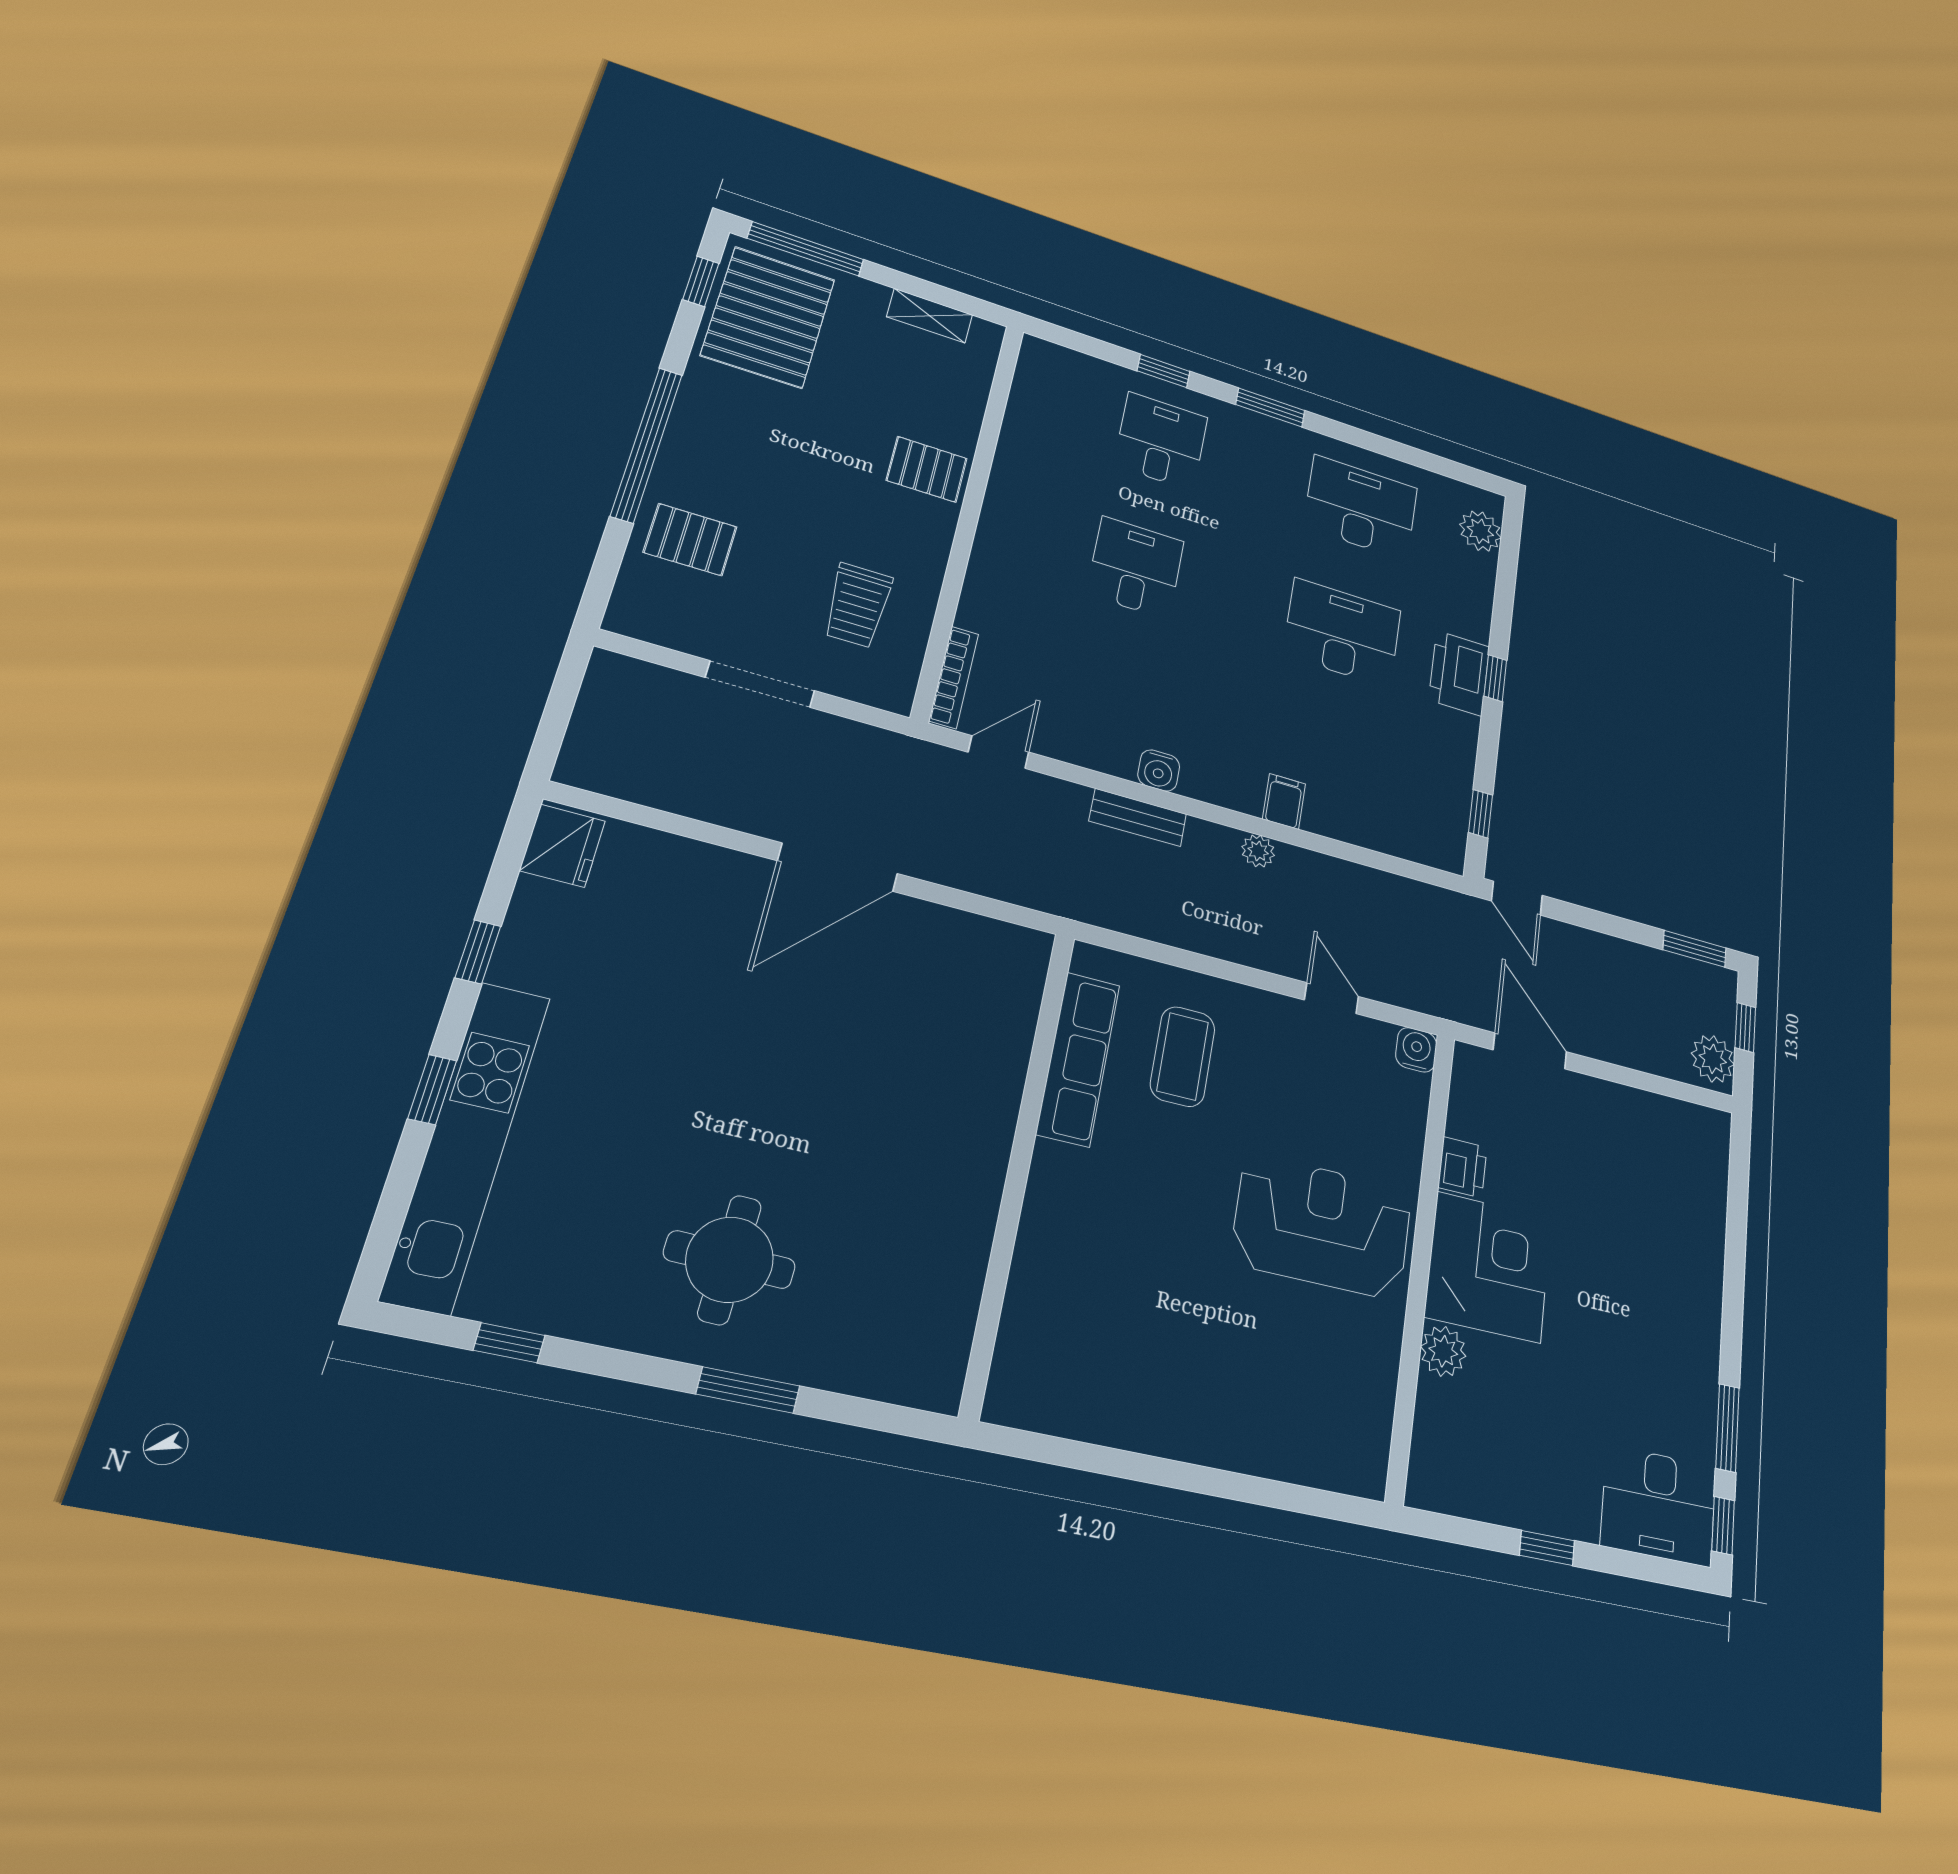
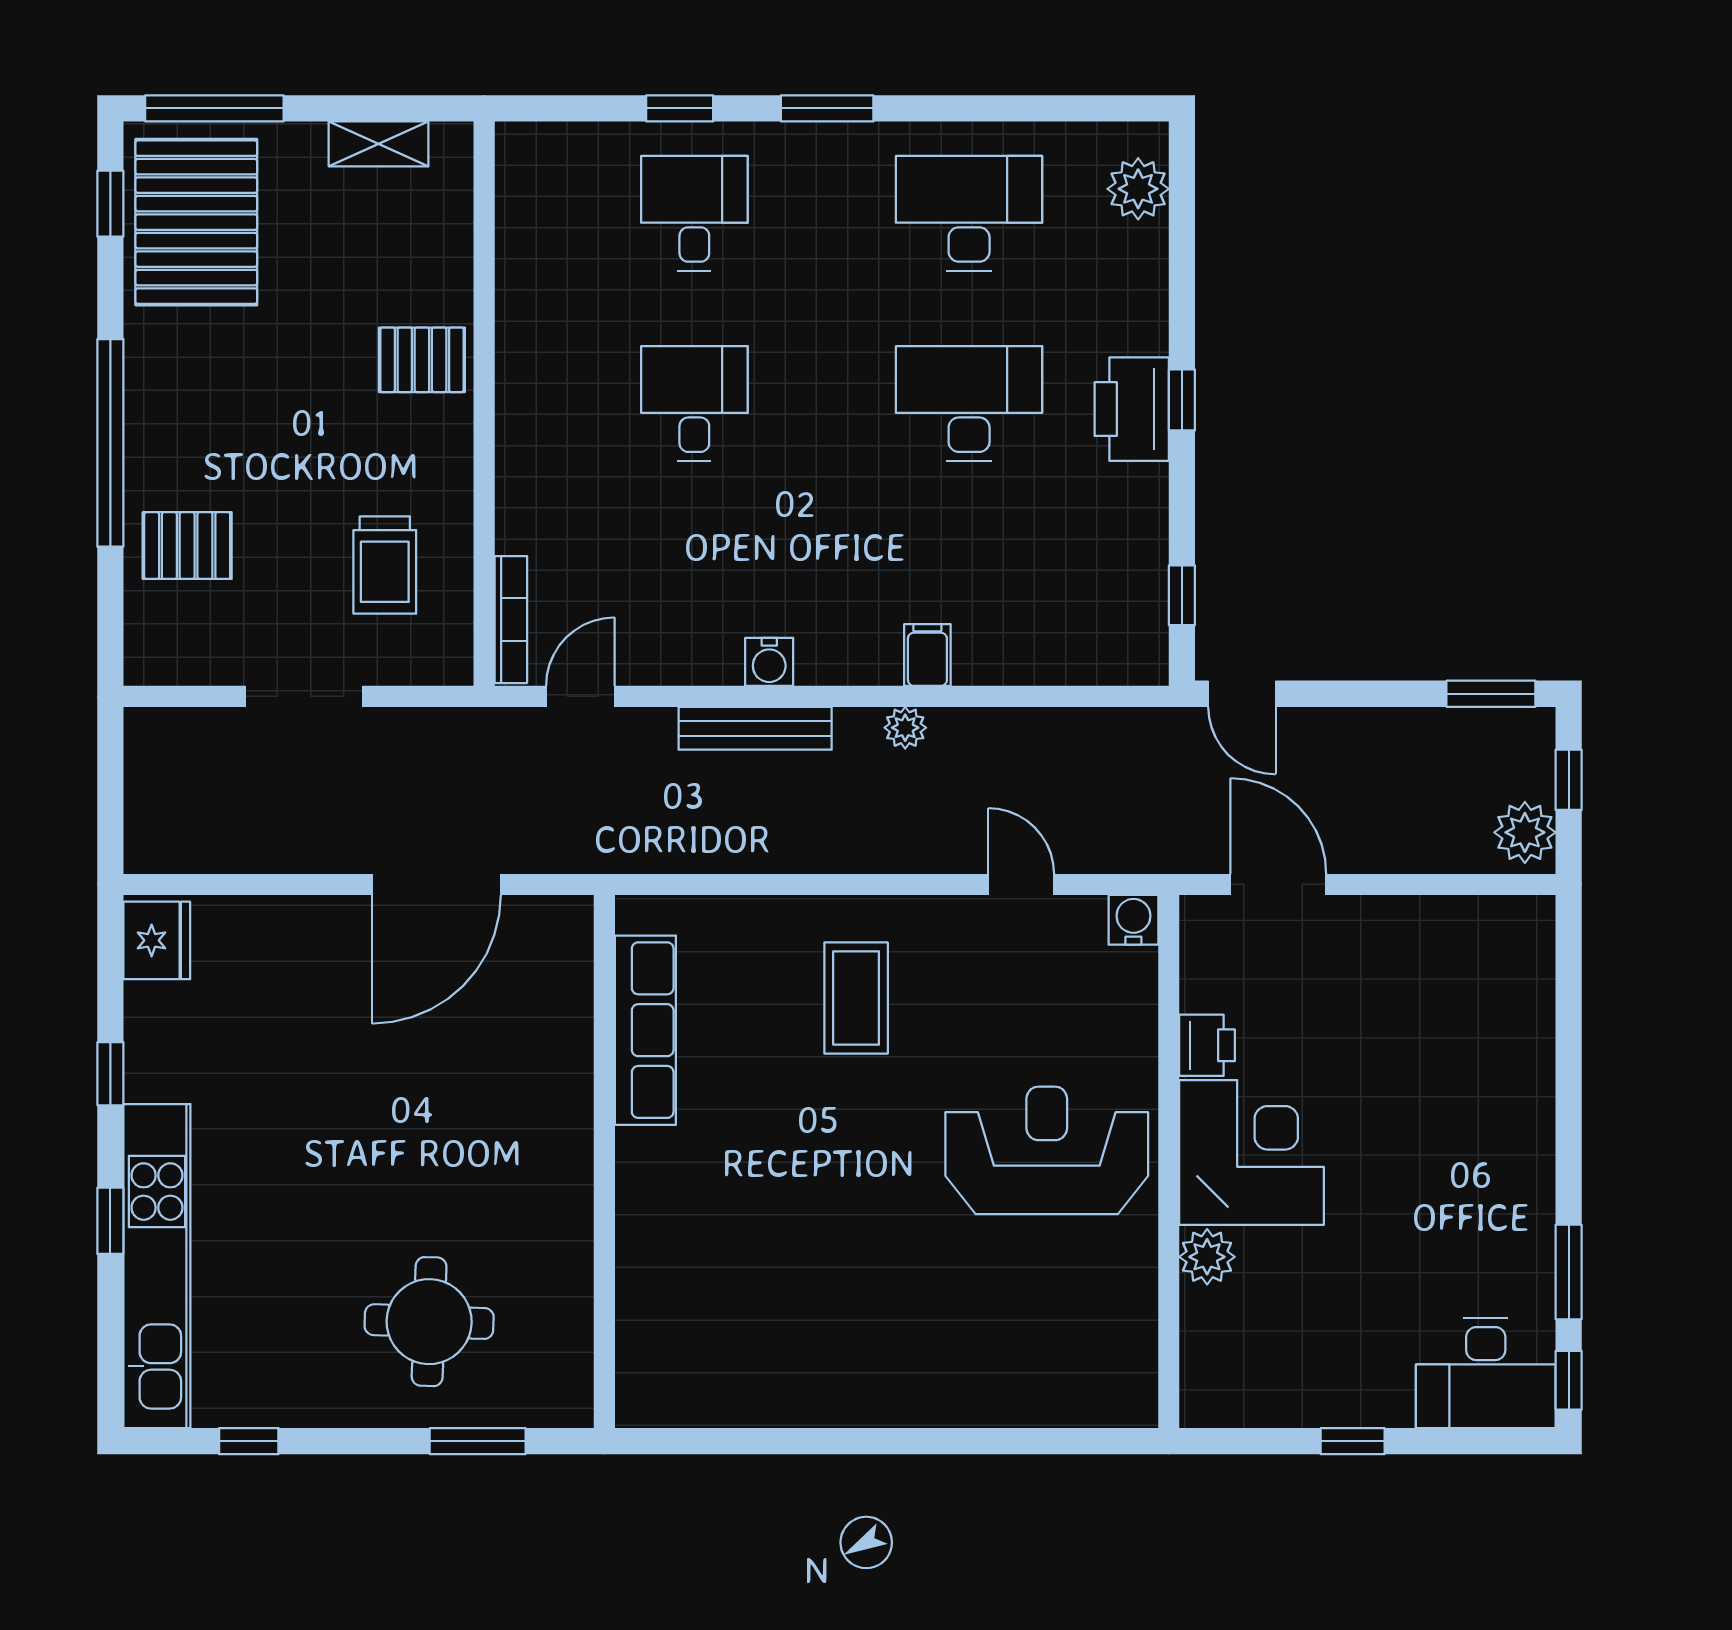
bench: (1138, 817) -> (755, 728), width x1.36
row of seats: (1078, 1059) -> (645, 1030), moved
wall: (1019, 1166) -> (604, 1161), moved

